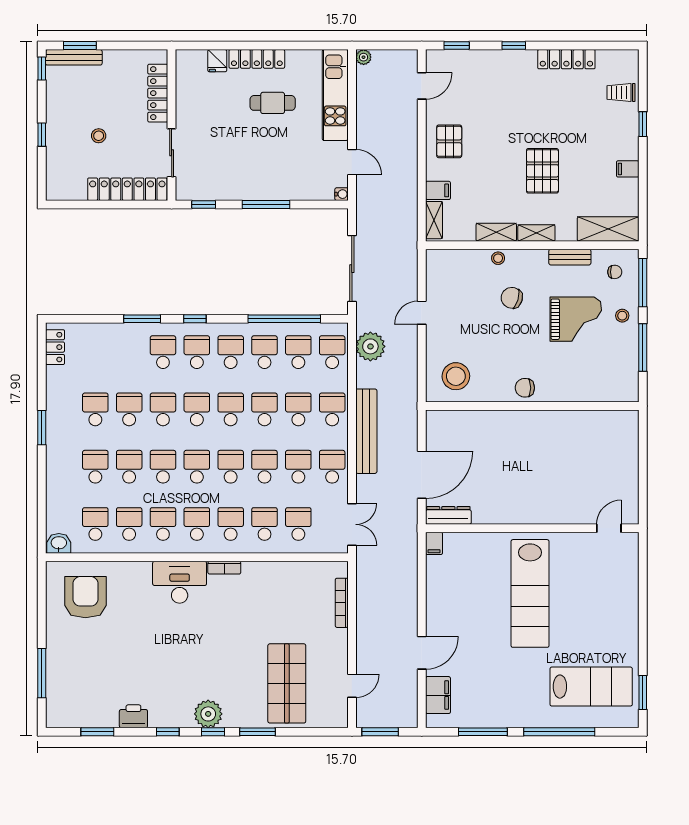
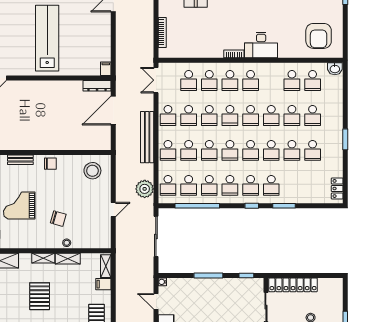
bench: (570, 257) -> (20, 160), moved
school desk: (163, 524) -> (271, 81), removed

